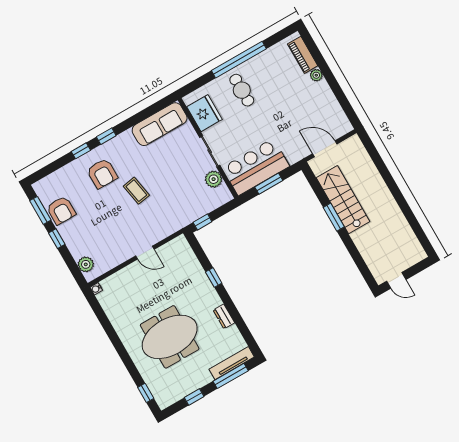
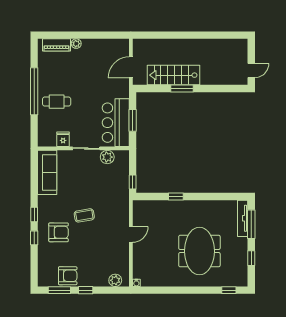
fridge: (204, 113) -> (63, 139), width x0.53, depth x0.75
dresser: (224, 316) -> (207, 205), removed

